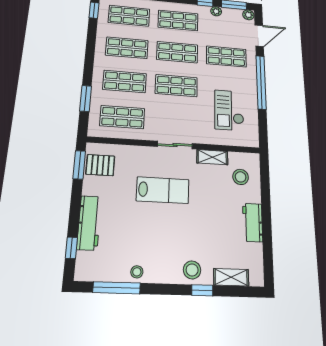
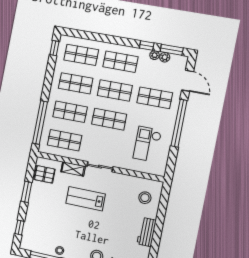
plant: (248, 15) -> (165, 57), moved
door: (259, 36) -> (187, 81), hinge flipped
window: (86, 98) -> (40, 123), width x2.11
shelving: (212, 157) -> (73, 169), moved
window: (79, 165) -> (26, 192), moved
lab bench: (163, 190) -> (86, 199), turned 180
workbench: (89, 223) -> (33, 213), removed

